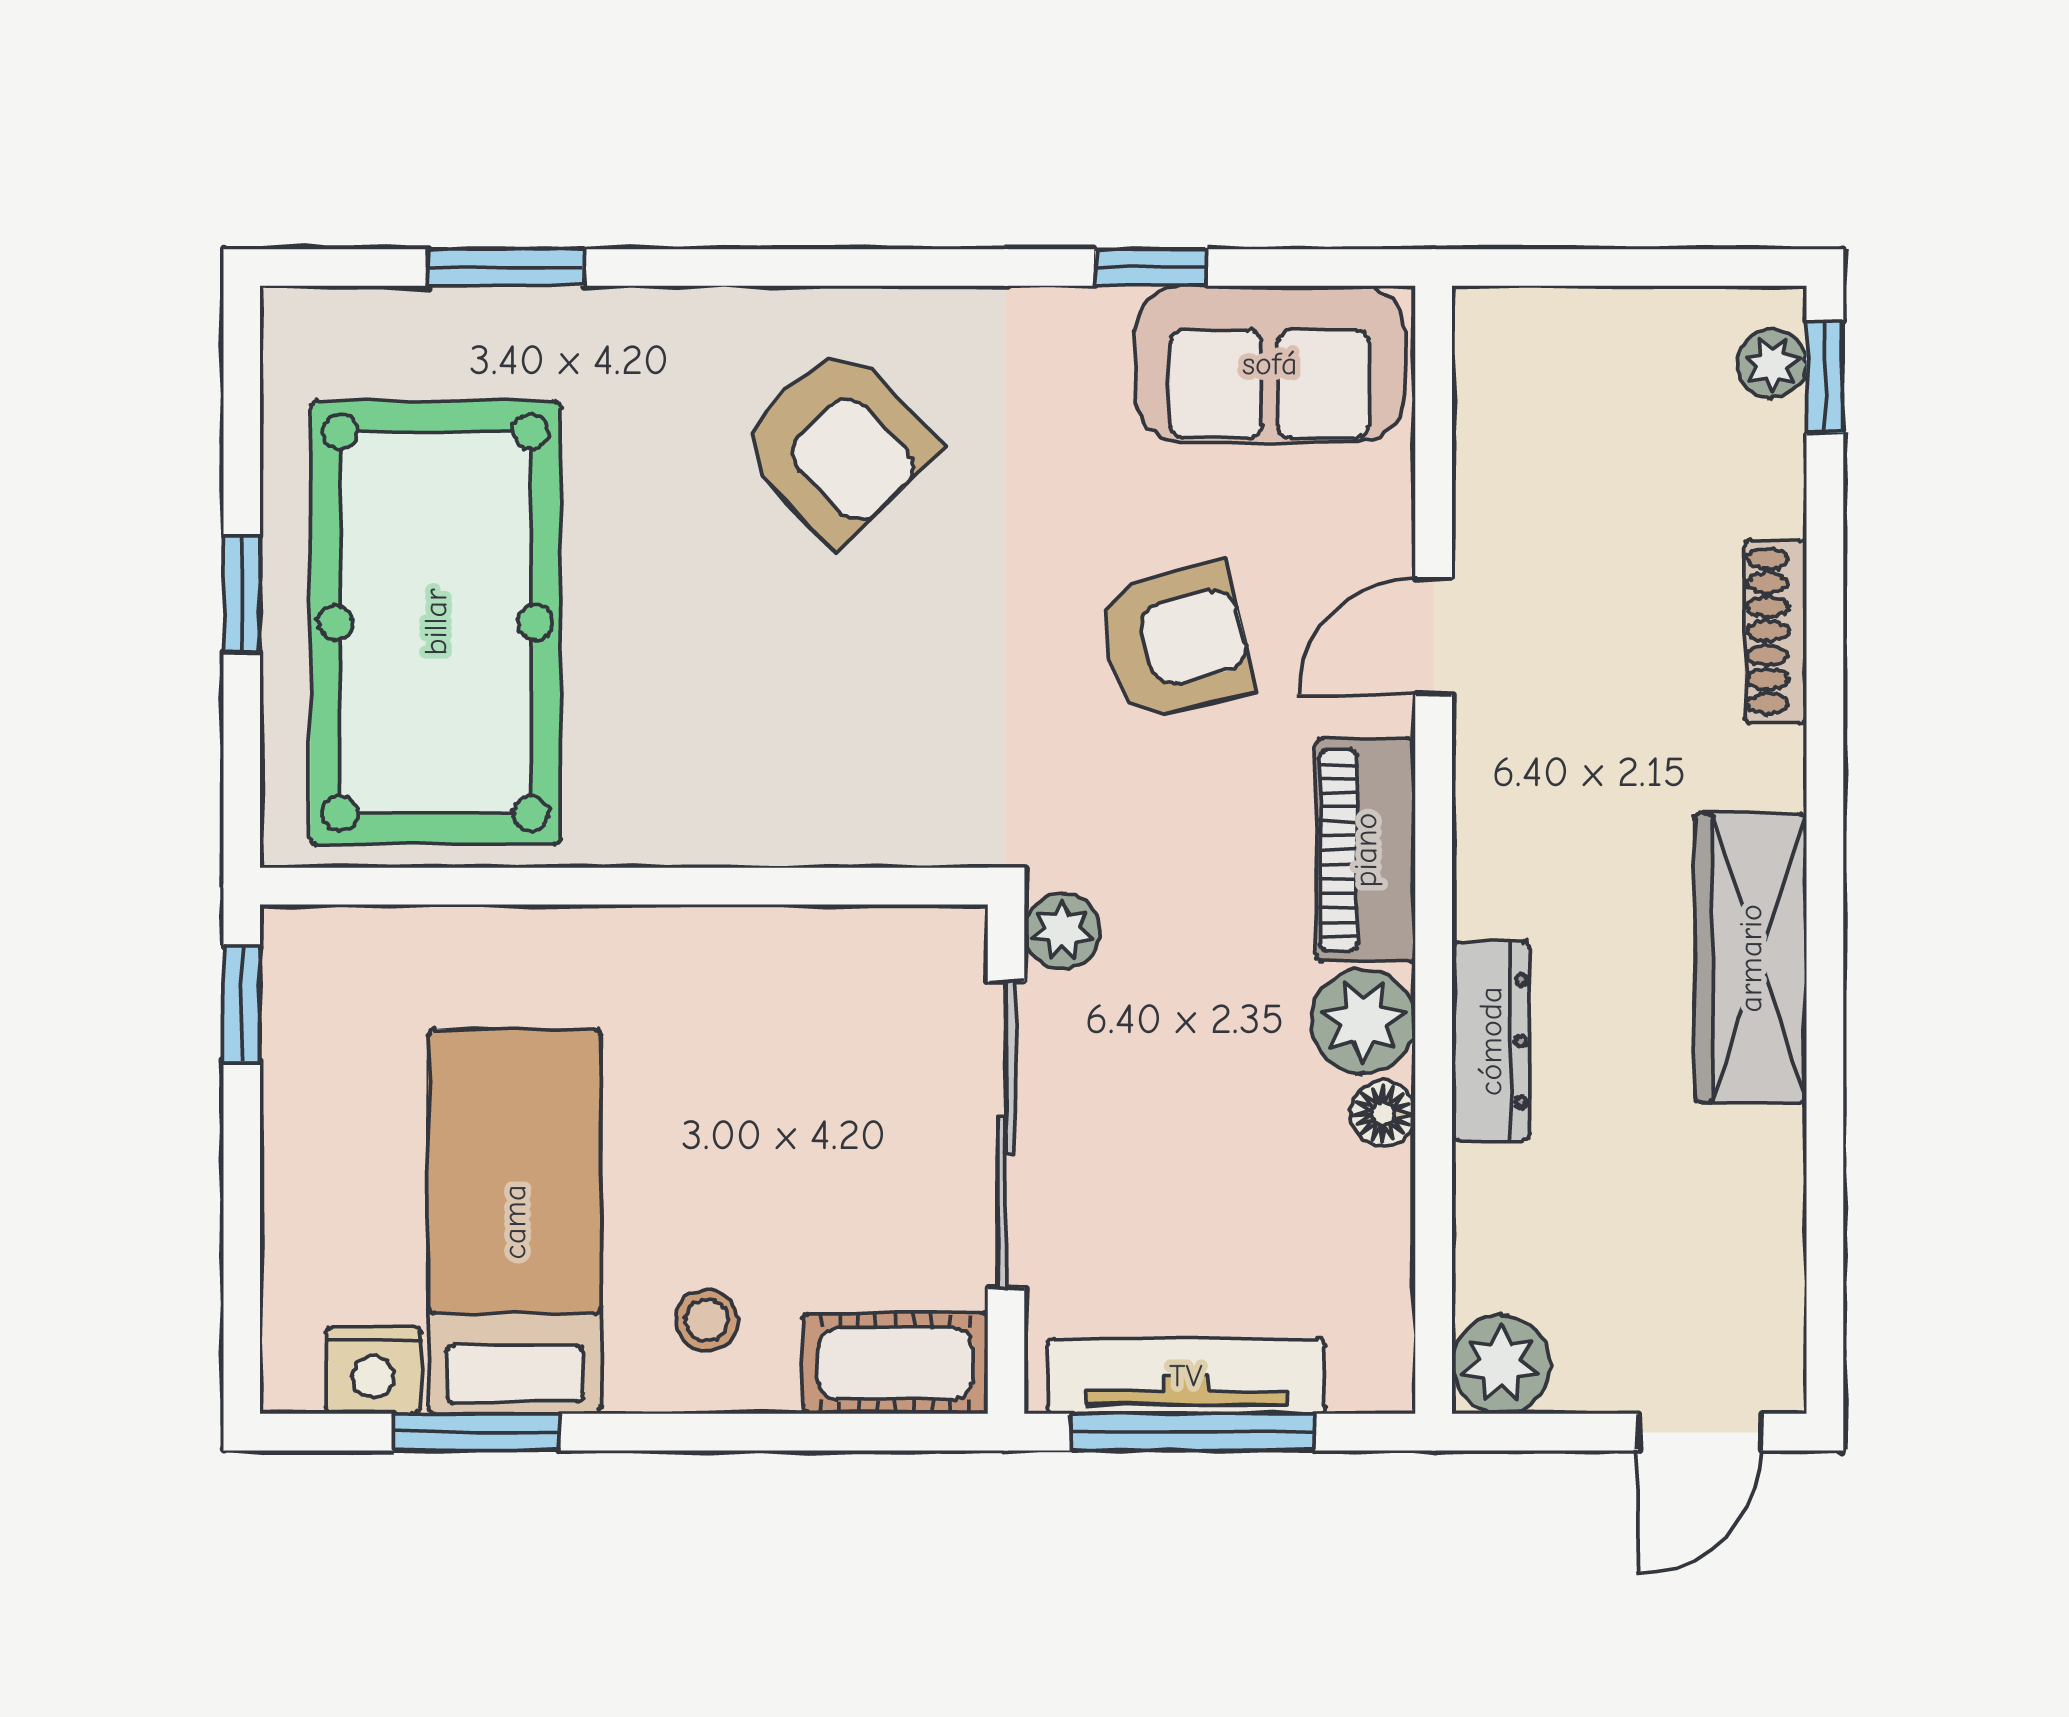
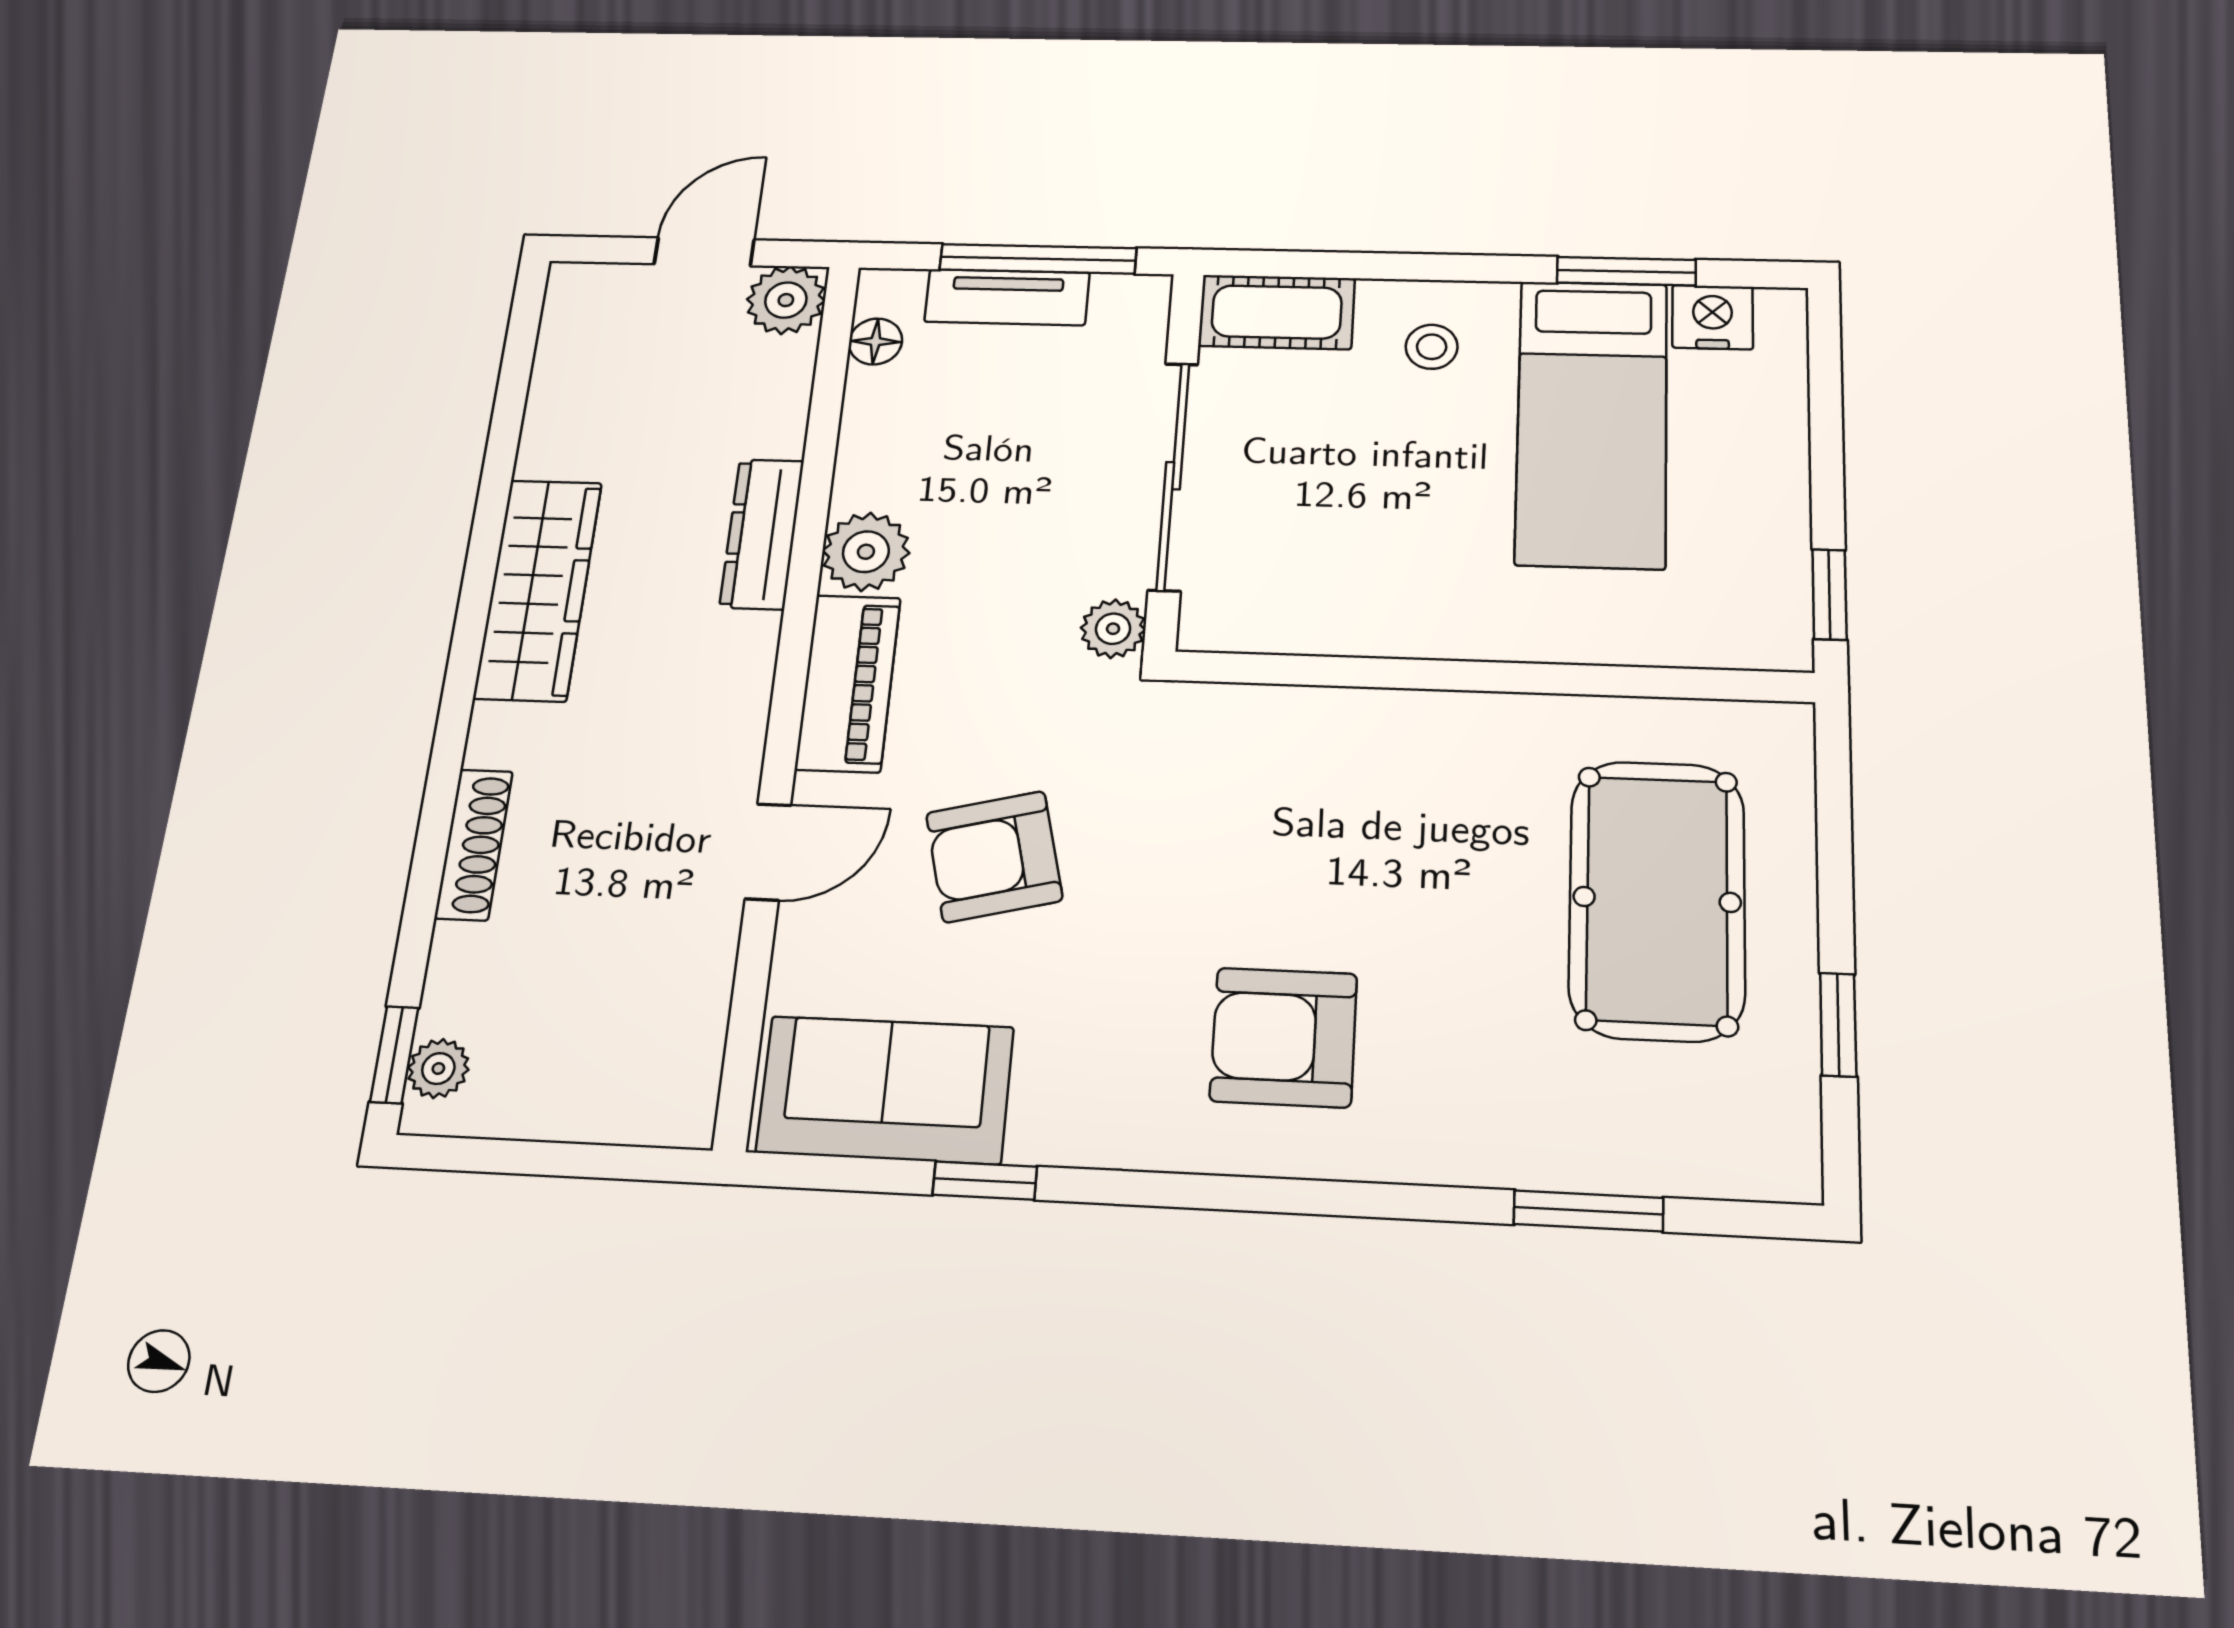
armchair: (838, 444) -> (1284, 1037), turned -46
window: (242, 594) -> (1838, 1025), moved
pool table: (436, 622) -> (1657, 899), width x0.73, depth x0.76
floor lamp: (1383, 1114) -> (875, 342), moved
tv unit: (1186, 1376) -> (1007, 297), width x0.71
door: (1699, 1432) -> (704, 252), moved

